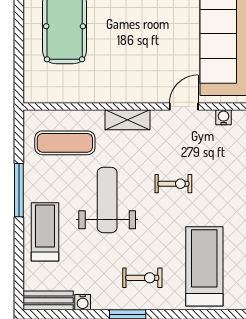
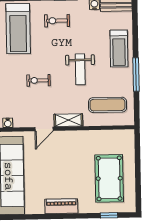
door: (184, 106) -> (44, 129), moved
weight bench: (107, 200) -> (80, 69), width x0.73, depth x0.75

